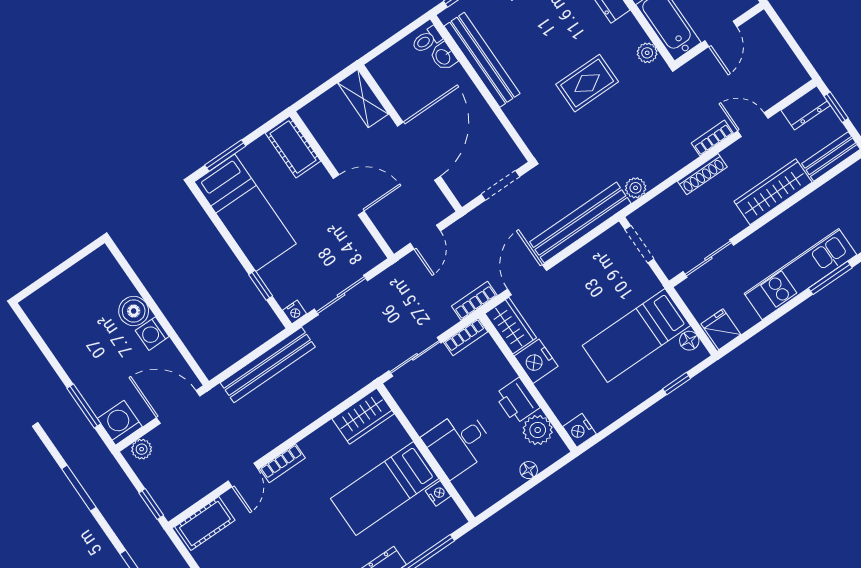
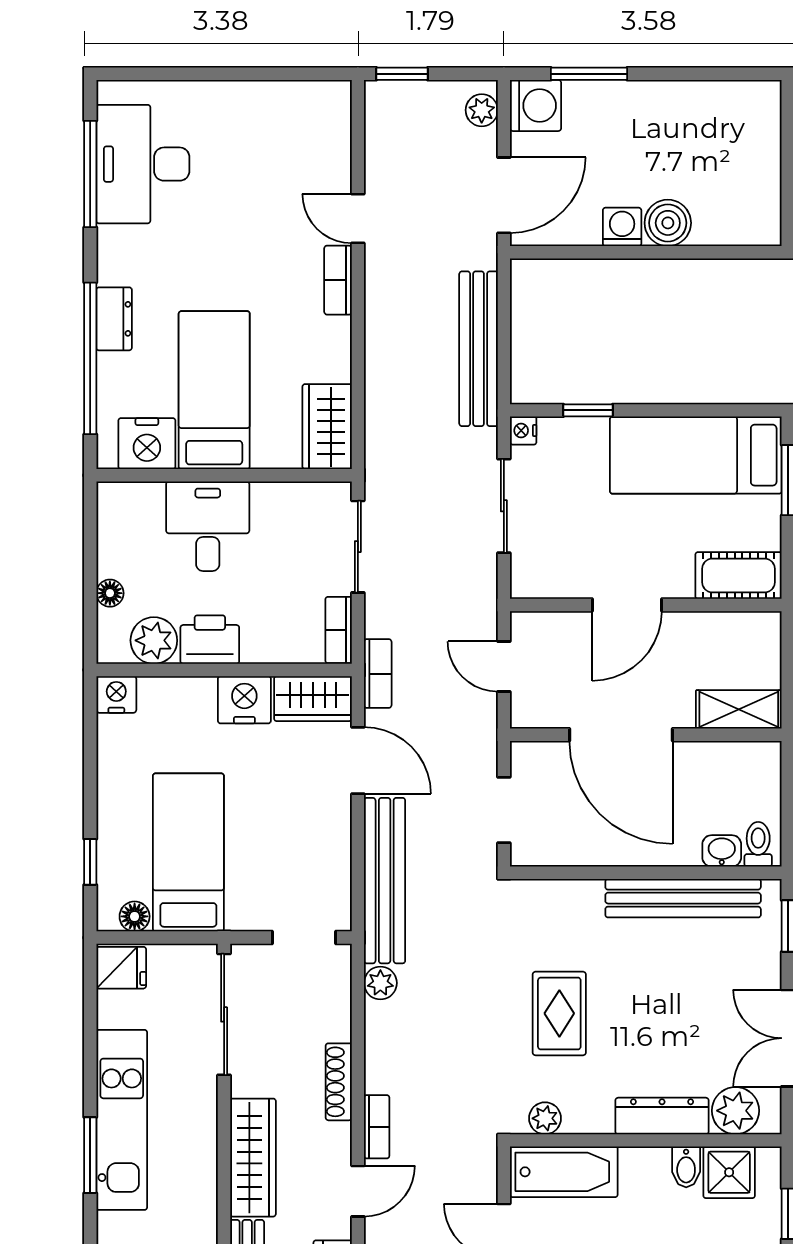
sliding door: (708, 258) -> (224, 1014), width x1.37
nightstand: (438, 493) -> (147, 444), width x1.89, depth x1.79
cot: (205, 523) -> (329, 126), removed

